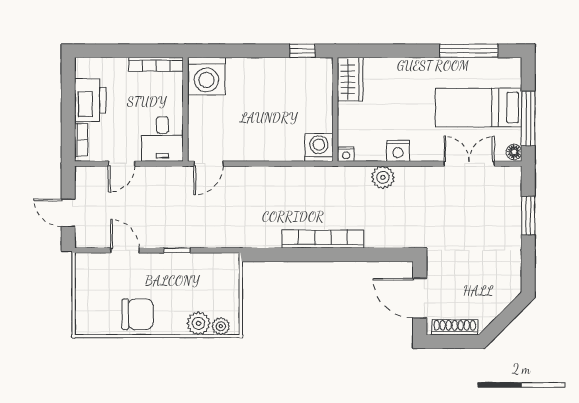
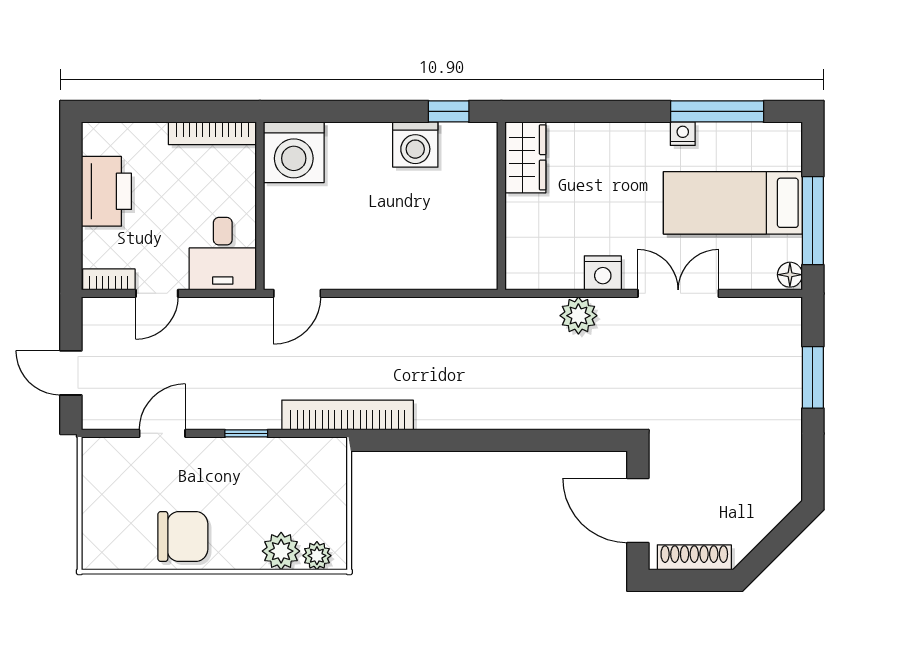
bookcase: (81, 140) -> (109, 279), moved, turned -90
washing machine: (319, 147) -> (415, 145), moved, turned 180
nightstand: (346, 154) -> (683, 134), moved, turned 180
double door: (469, 164) -> (678, 293), moved
bookcase: (323, 239) -> (348, 415), moved
door: (125, 250) -> (162, 433), hinge flipped

